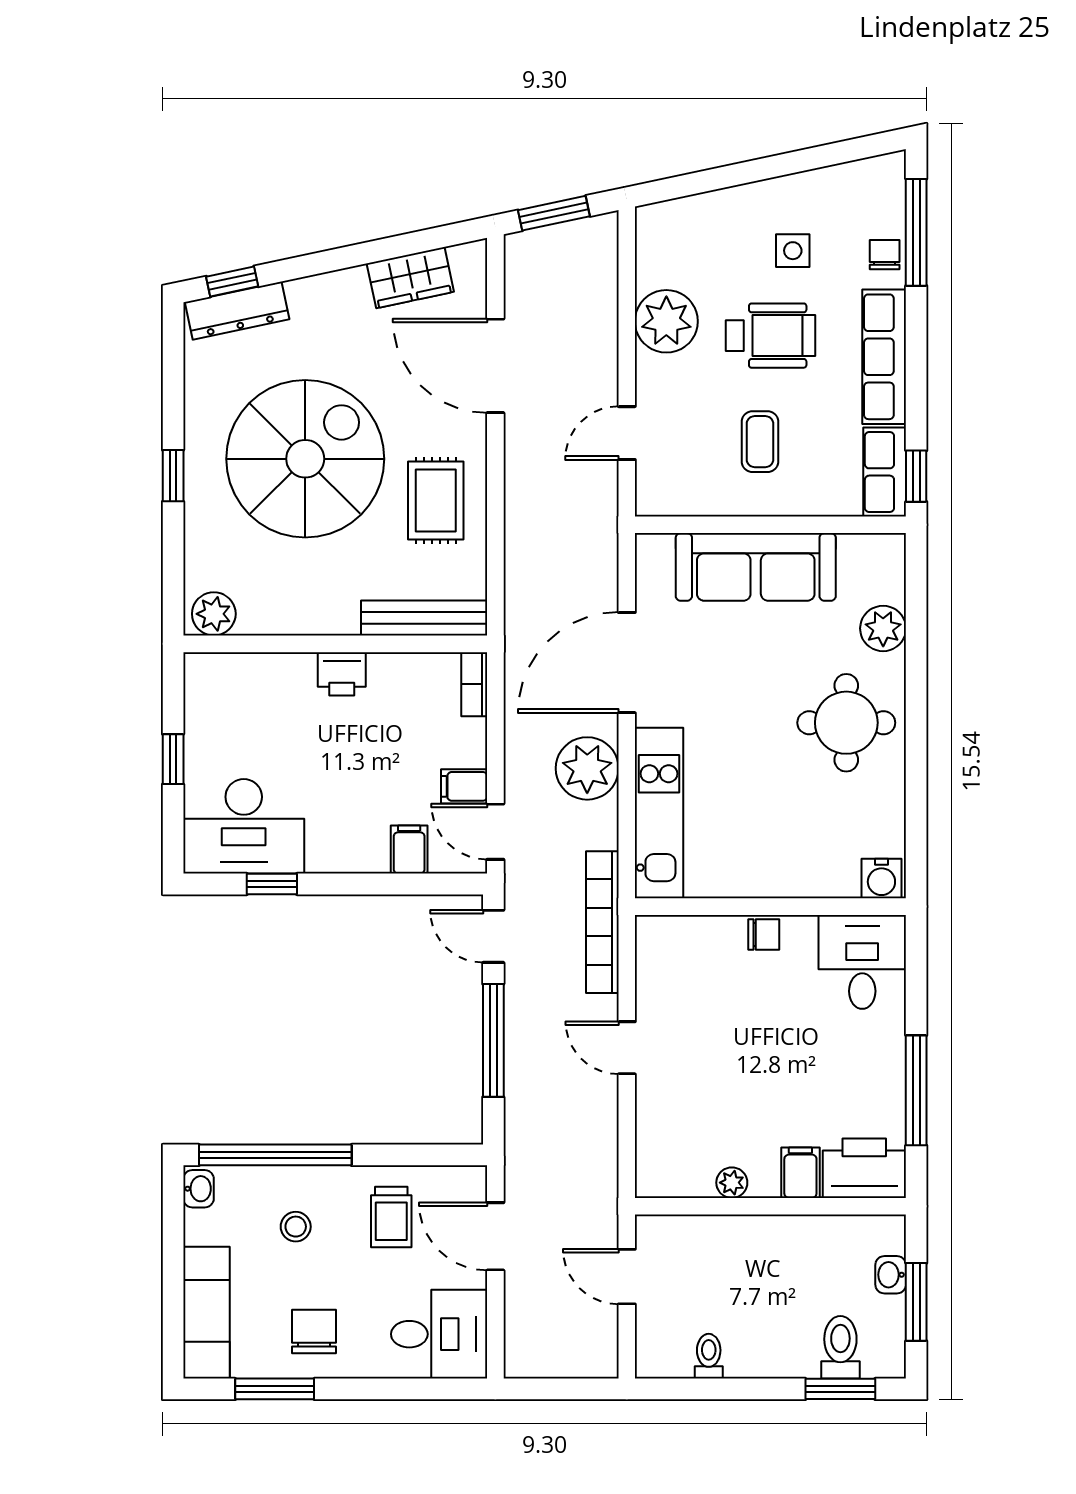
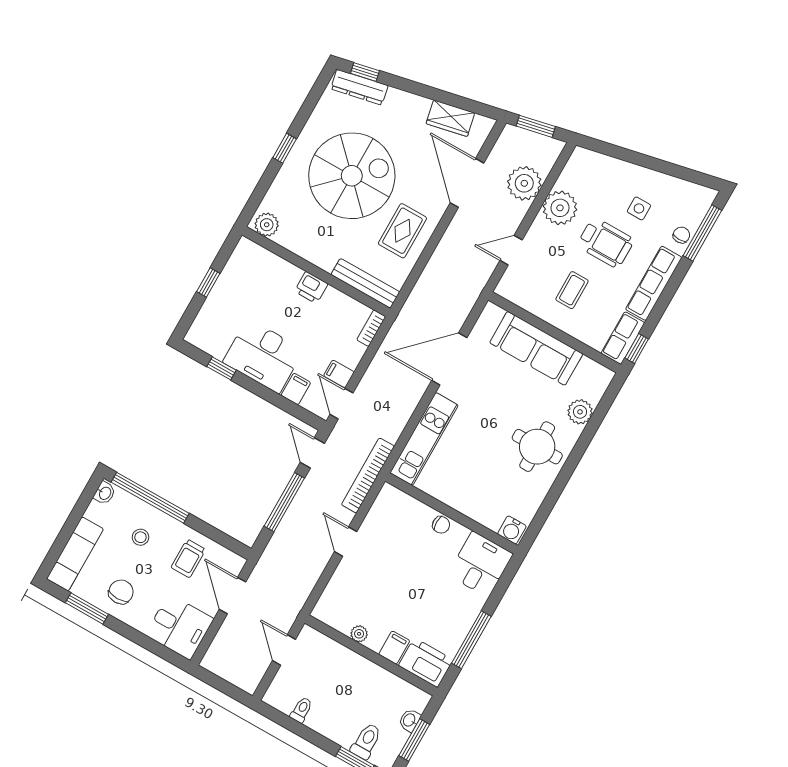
plant: (587, 768) -> (524, 183), moved
desk: (244, 826) -> (263, 356), moved

